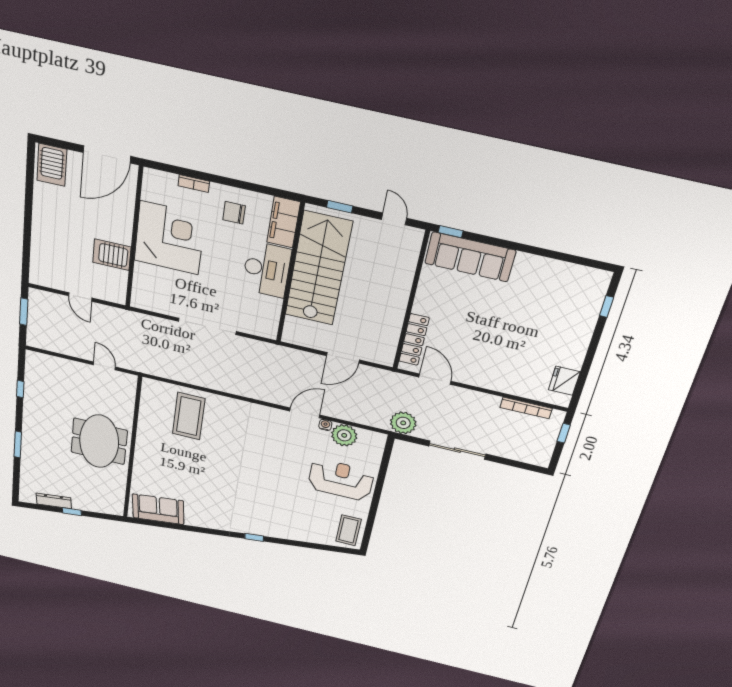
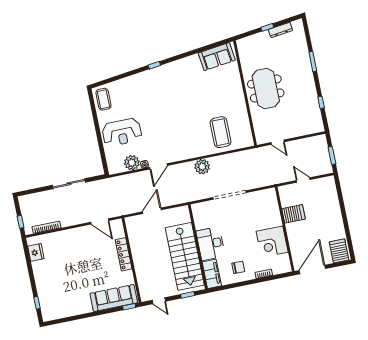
corner desk: (169, 238) -> (272, 242), width x0.74, depth x0.74
locker: (414, 340) -> (124, 254), moved
plant: (403, 423) -> (202, 167), moved

